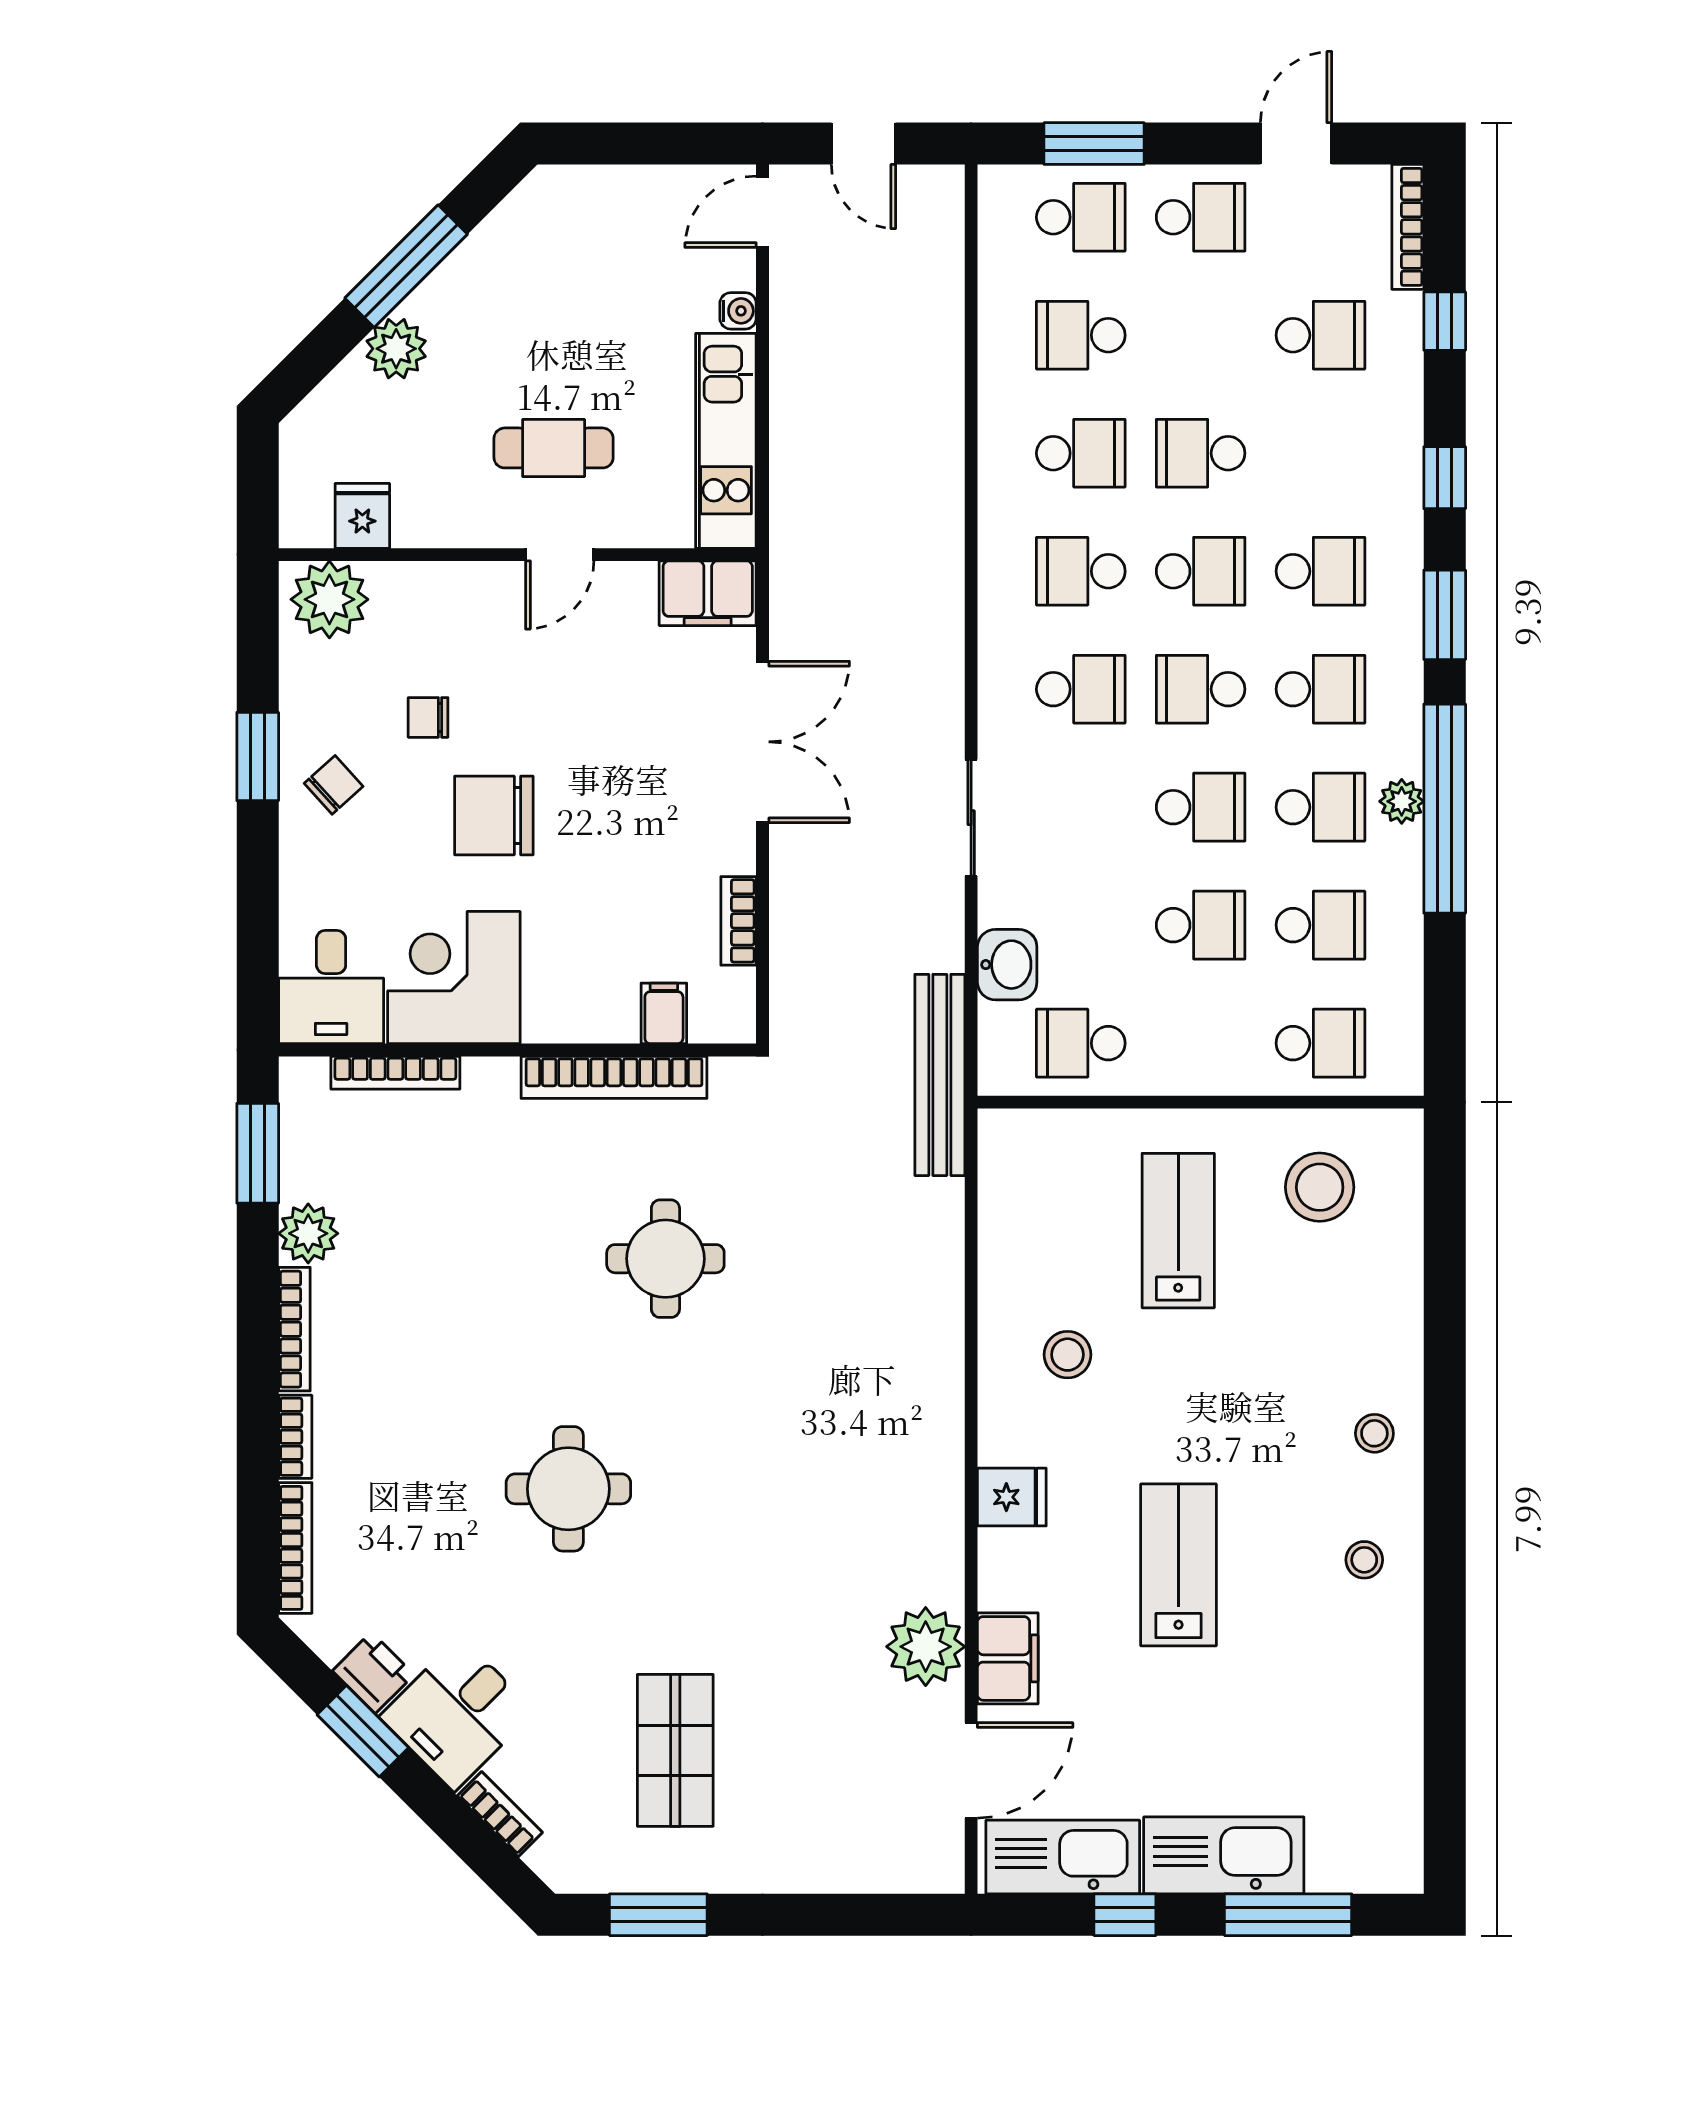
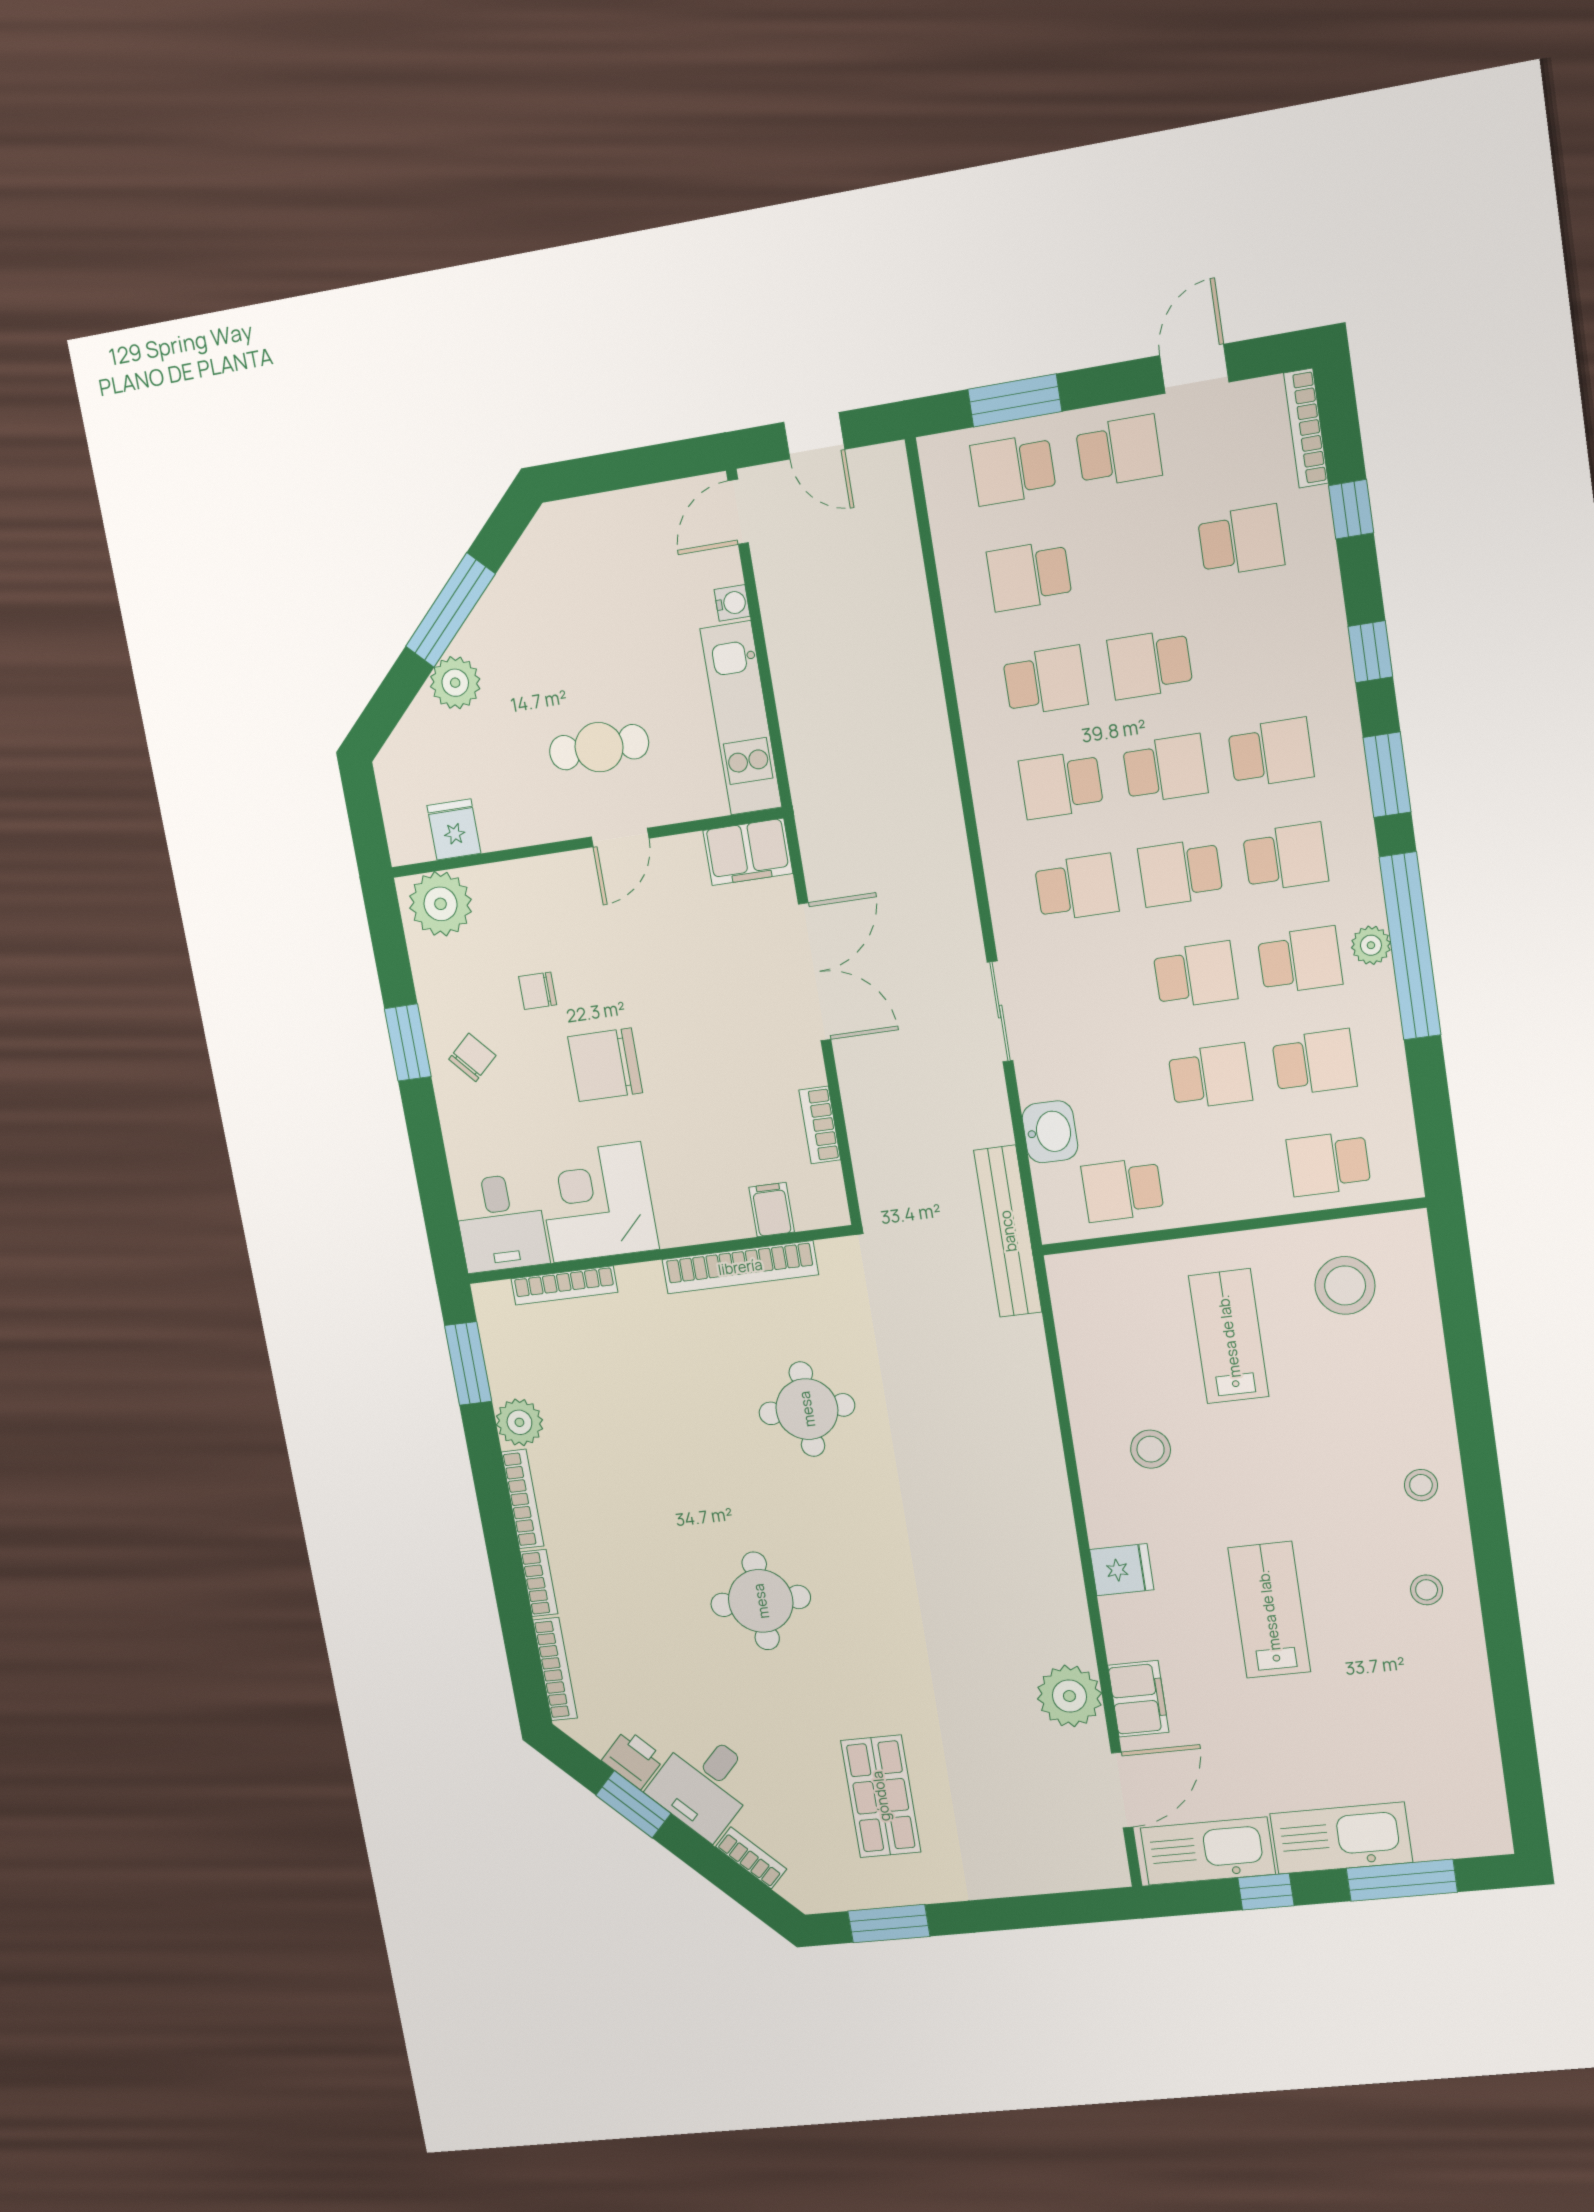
school desk: (1081, 217) -> (1013, 469), turned 180
school desk: (1320, 1043) -> (1329, 1163), turned 180

